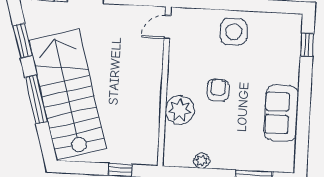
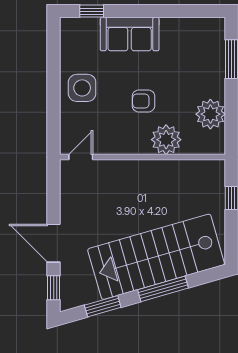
door: (167, 27) -> (81, 157), swing flipped
sofa: (281, 113) -> (130, 34), moved
plant: (202, 161) -> (210, 114), width x1.88, depth x1.88

